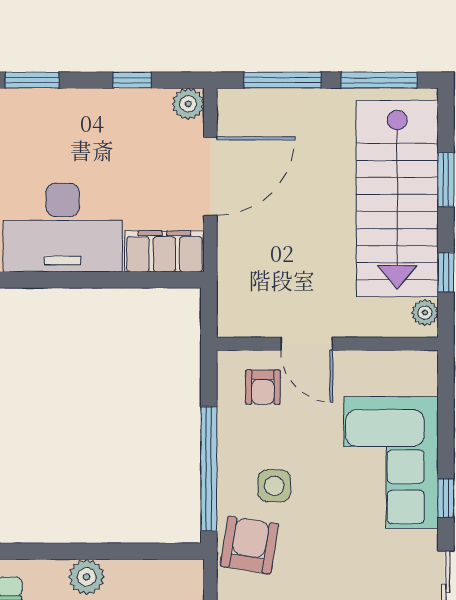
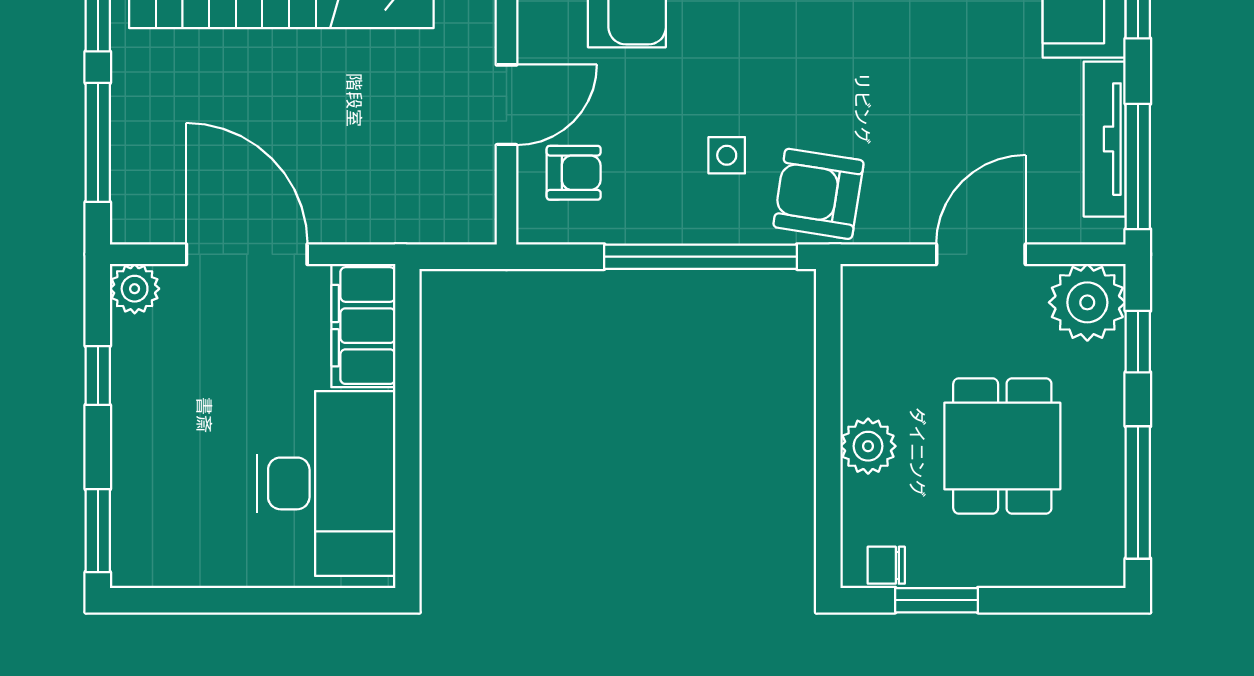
side table: (274, 486) -> (727, 155), width x0.73, depth x0.73

